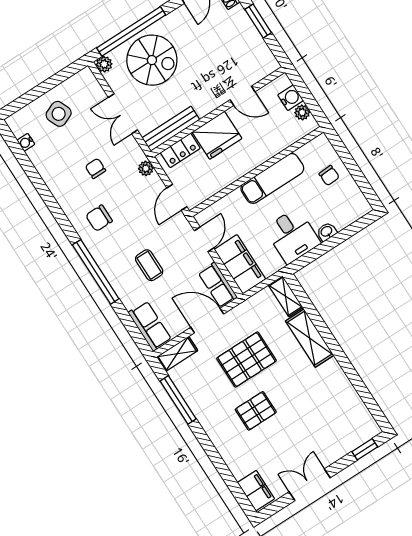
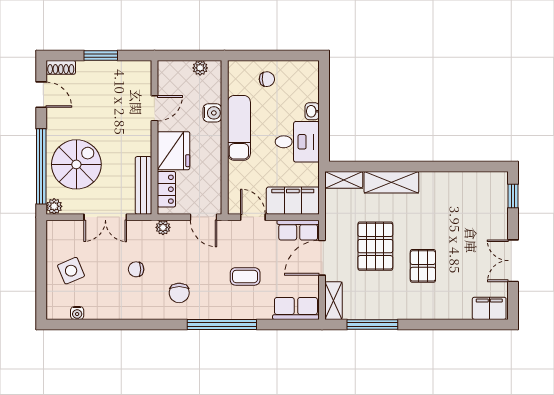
water cooler: (291, 98) -> (212, 113), moved, turned 90

